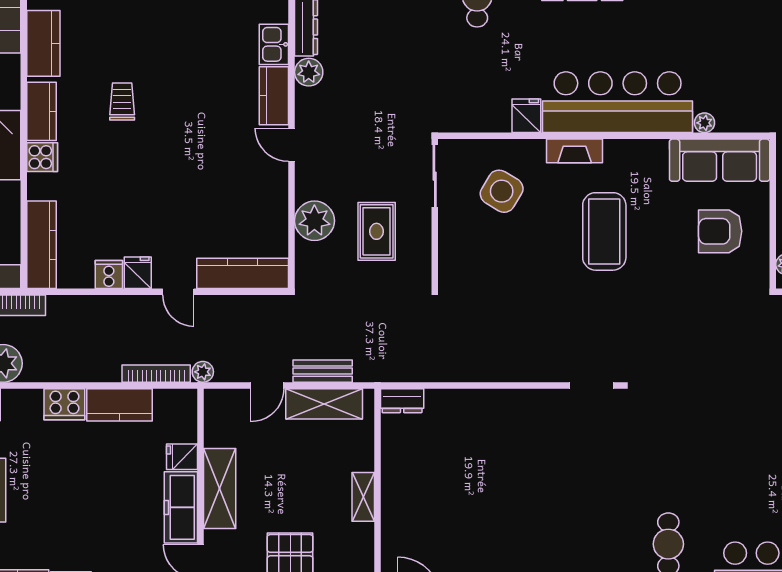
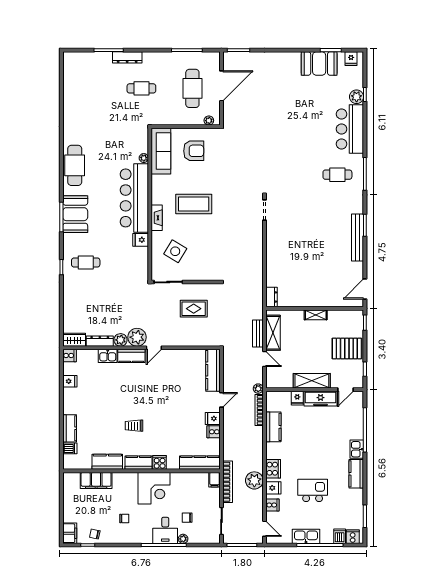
plant: (314, 221) -> (137, 337), moved
armchair: (720, 231) -> (194, 151), turned -90
cooker: (64, 404) -> (273, 469), moved

